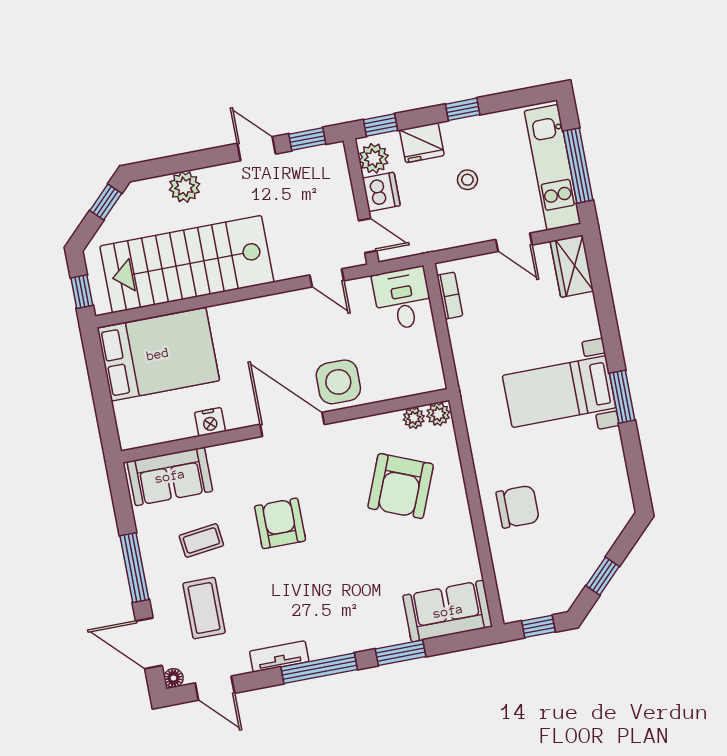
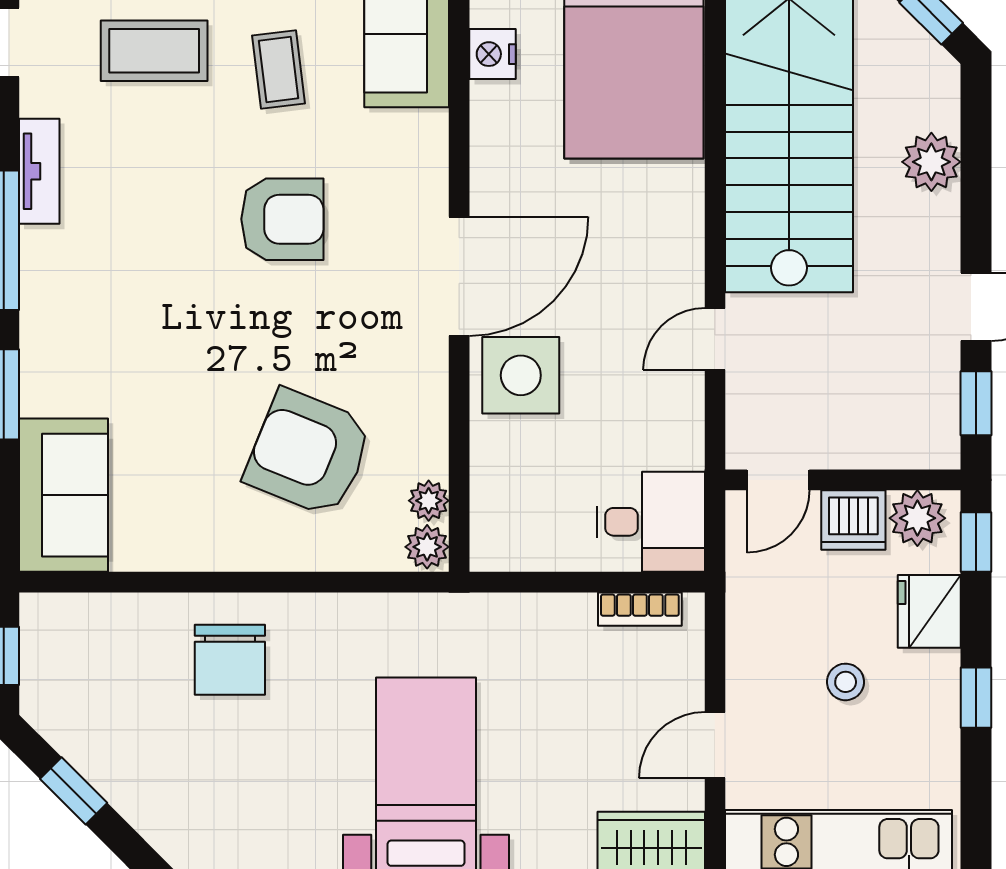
door: (327, 278) -> (715, 339), moved
nightstand: (210, 422) -> (492, 54), moved

